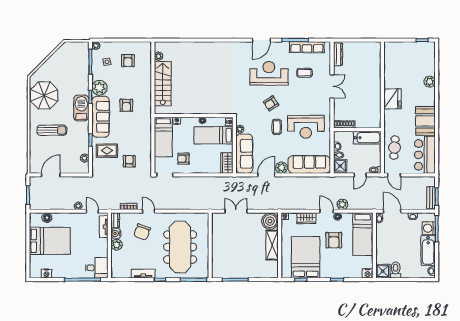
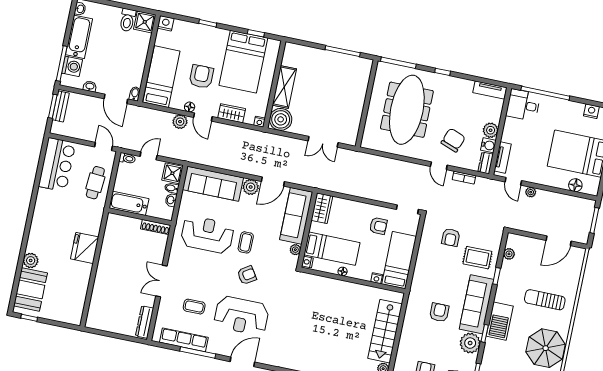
booth: (425, 121) -> (30, 289), moved
tv unit: (143, 274) -> (490, 90), moved

